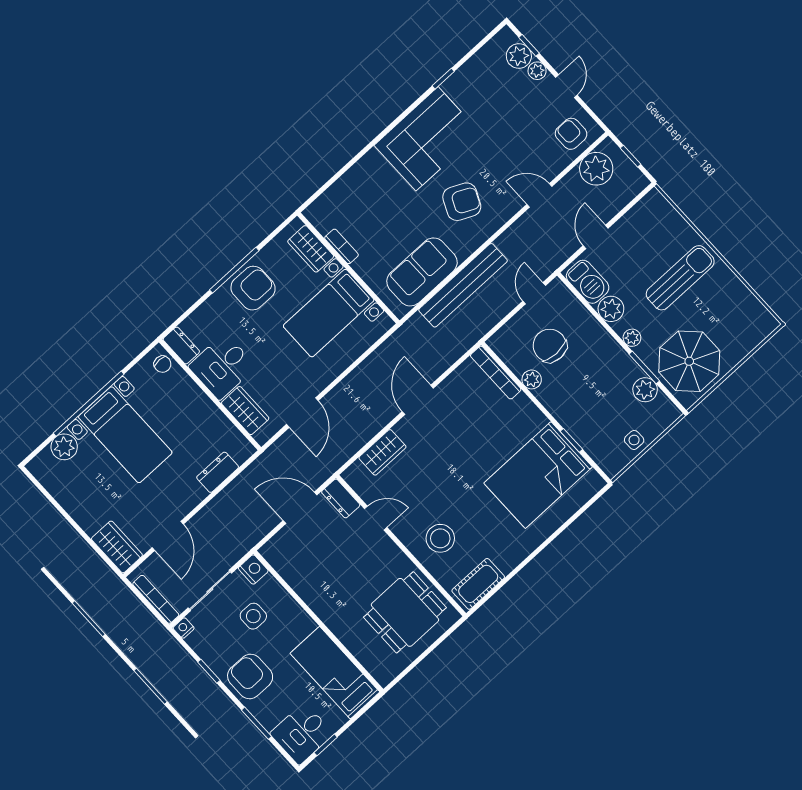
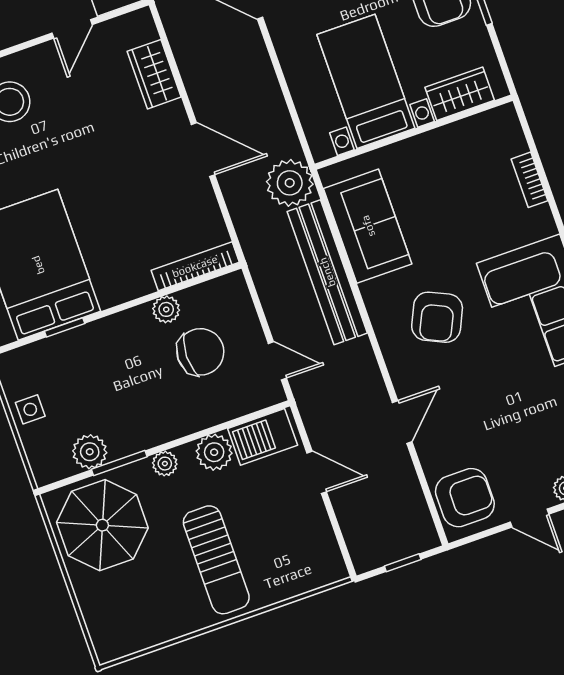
armchair: (571, 134) -> (465, 498), width x1.38, depth x1.38
plant: (596, 169) -> (290, 183), moved
bookcase: (342, 246) -> (530, 180), moved, turned 90

